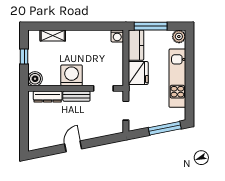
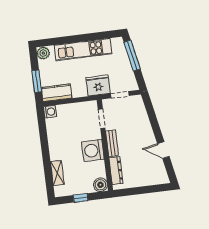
window: (151, 26) -> (37, 81), width x0.69
fridge: (138, 73) -> (98, 85), moved
door: (73, 146) -> (163, 150), moved

